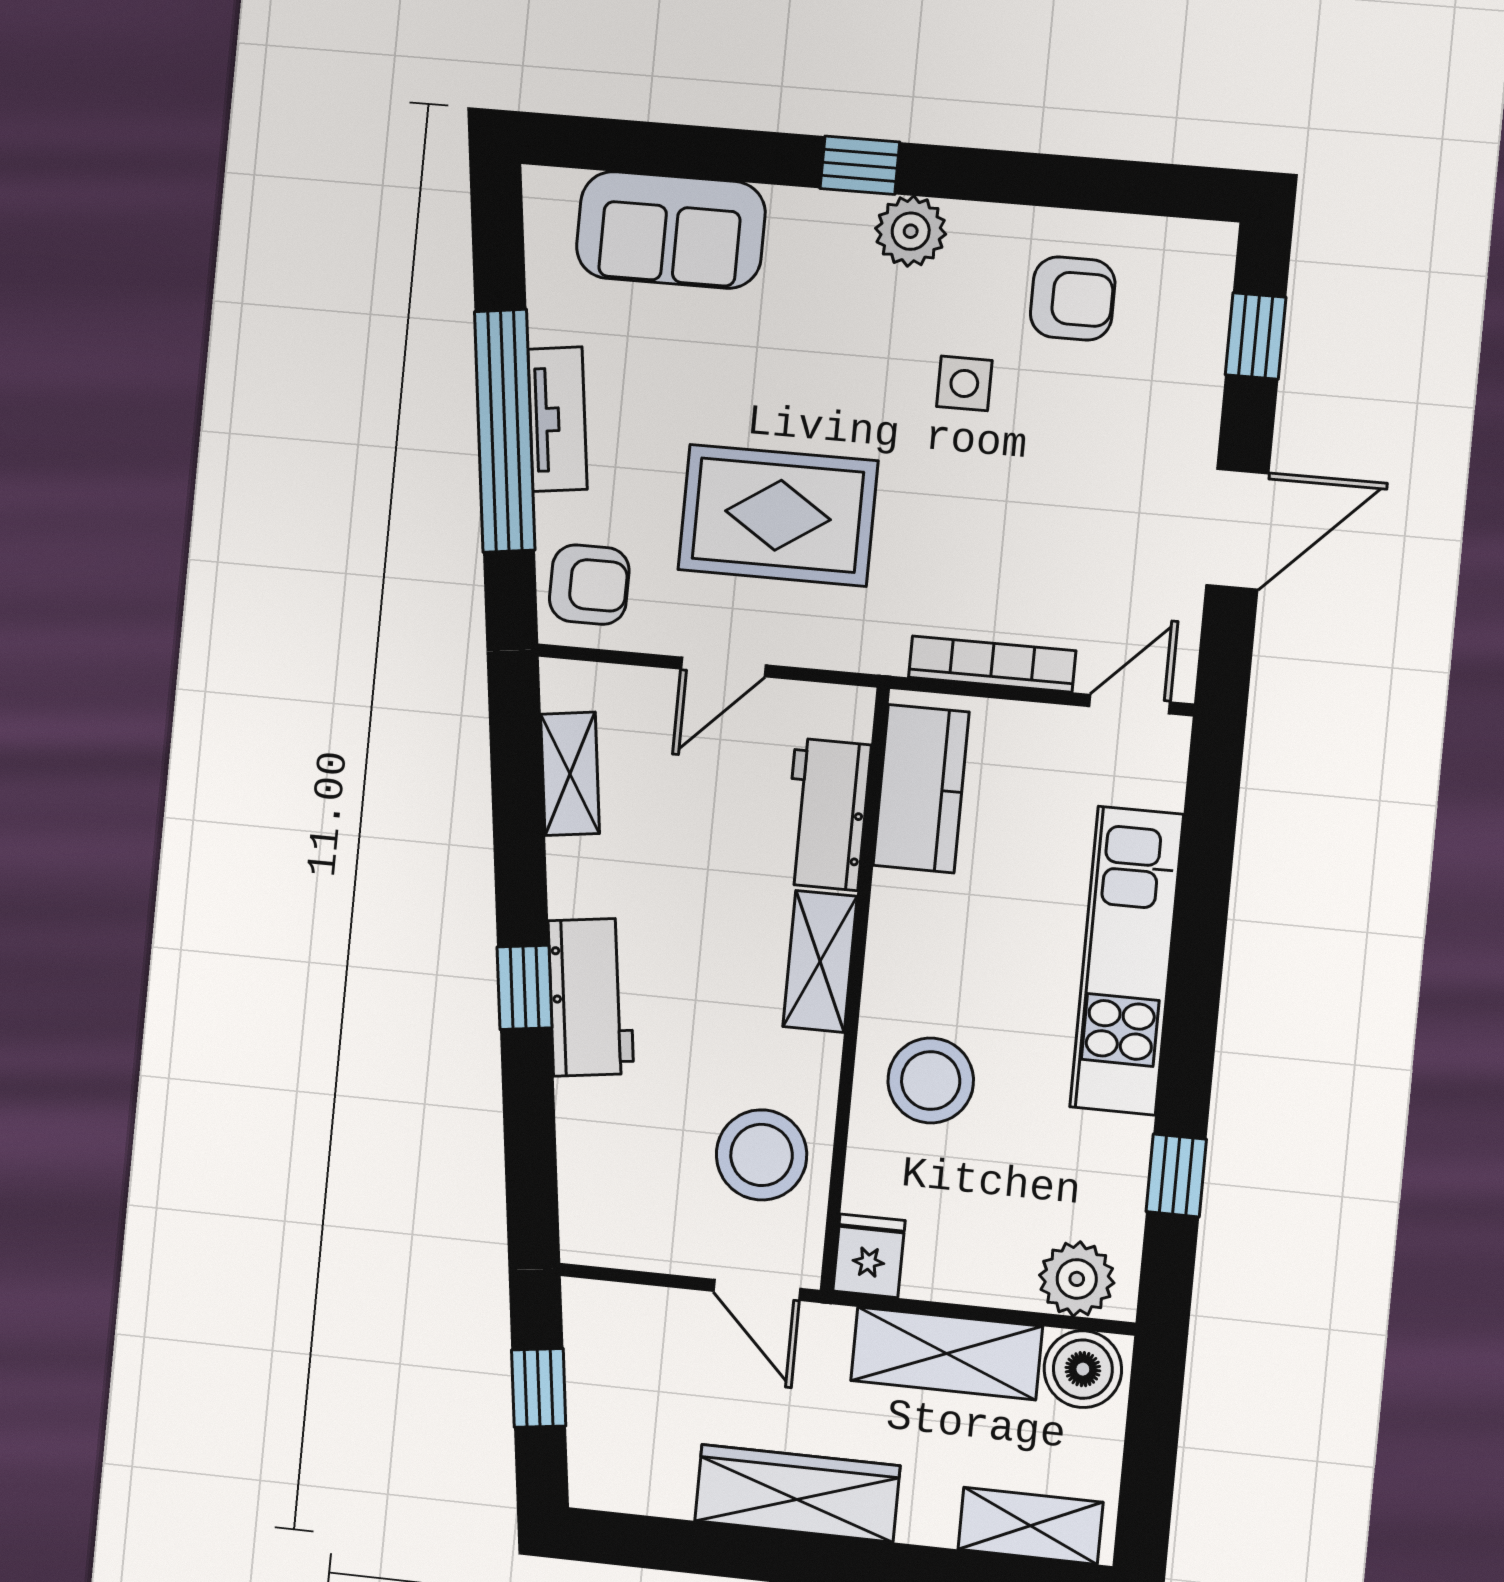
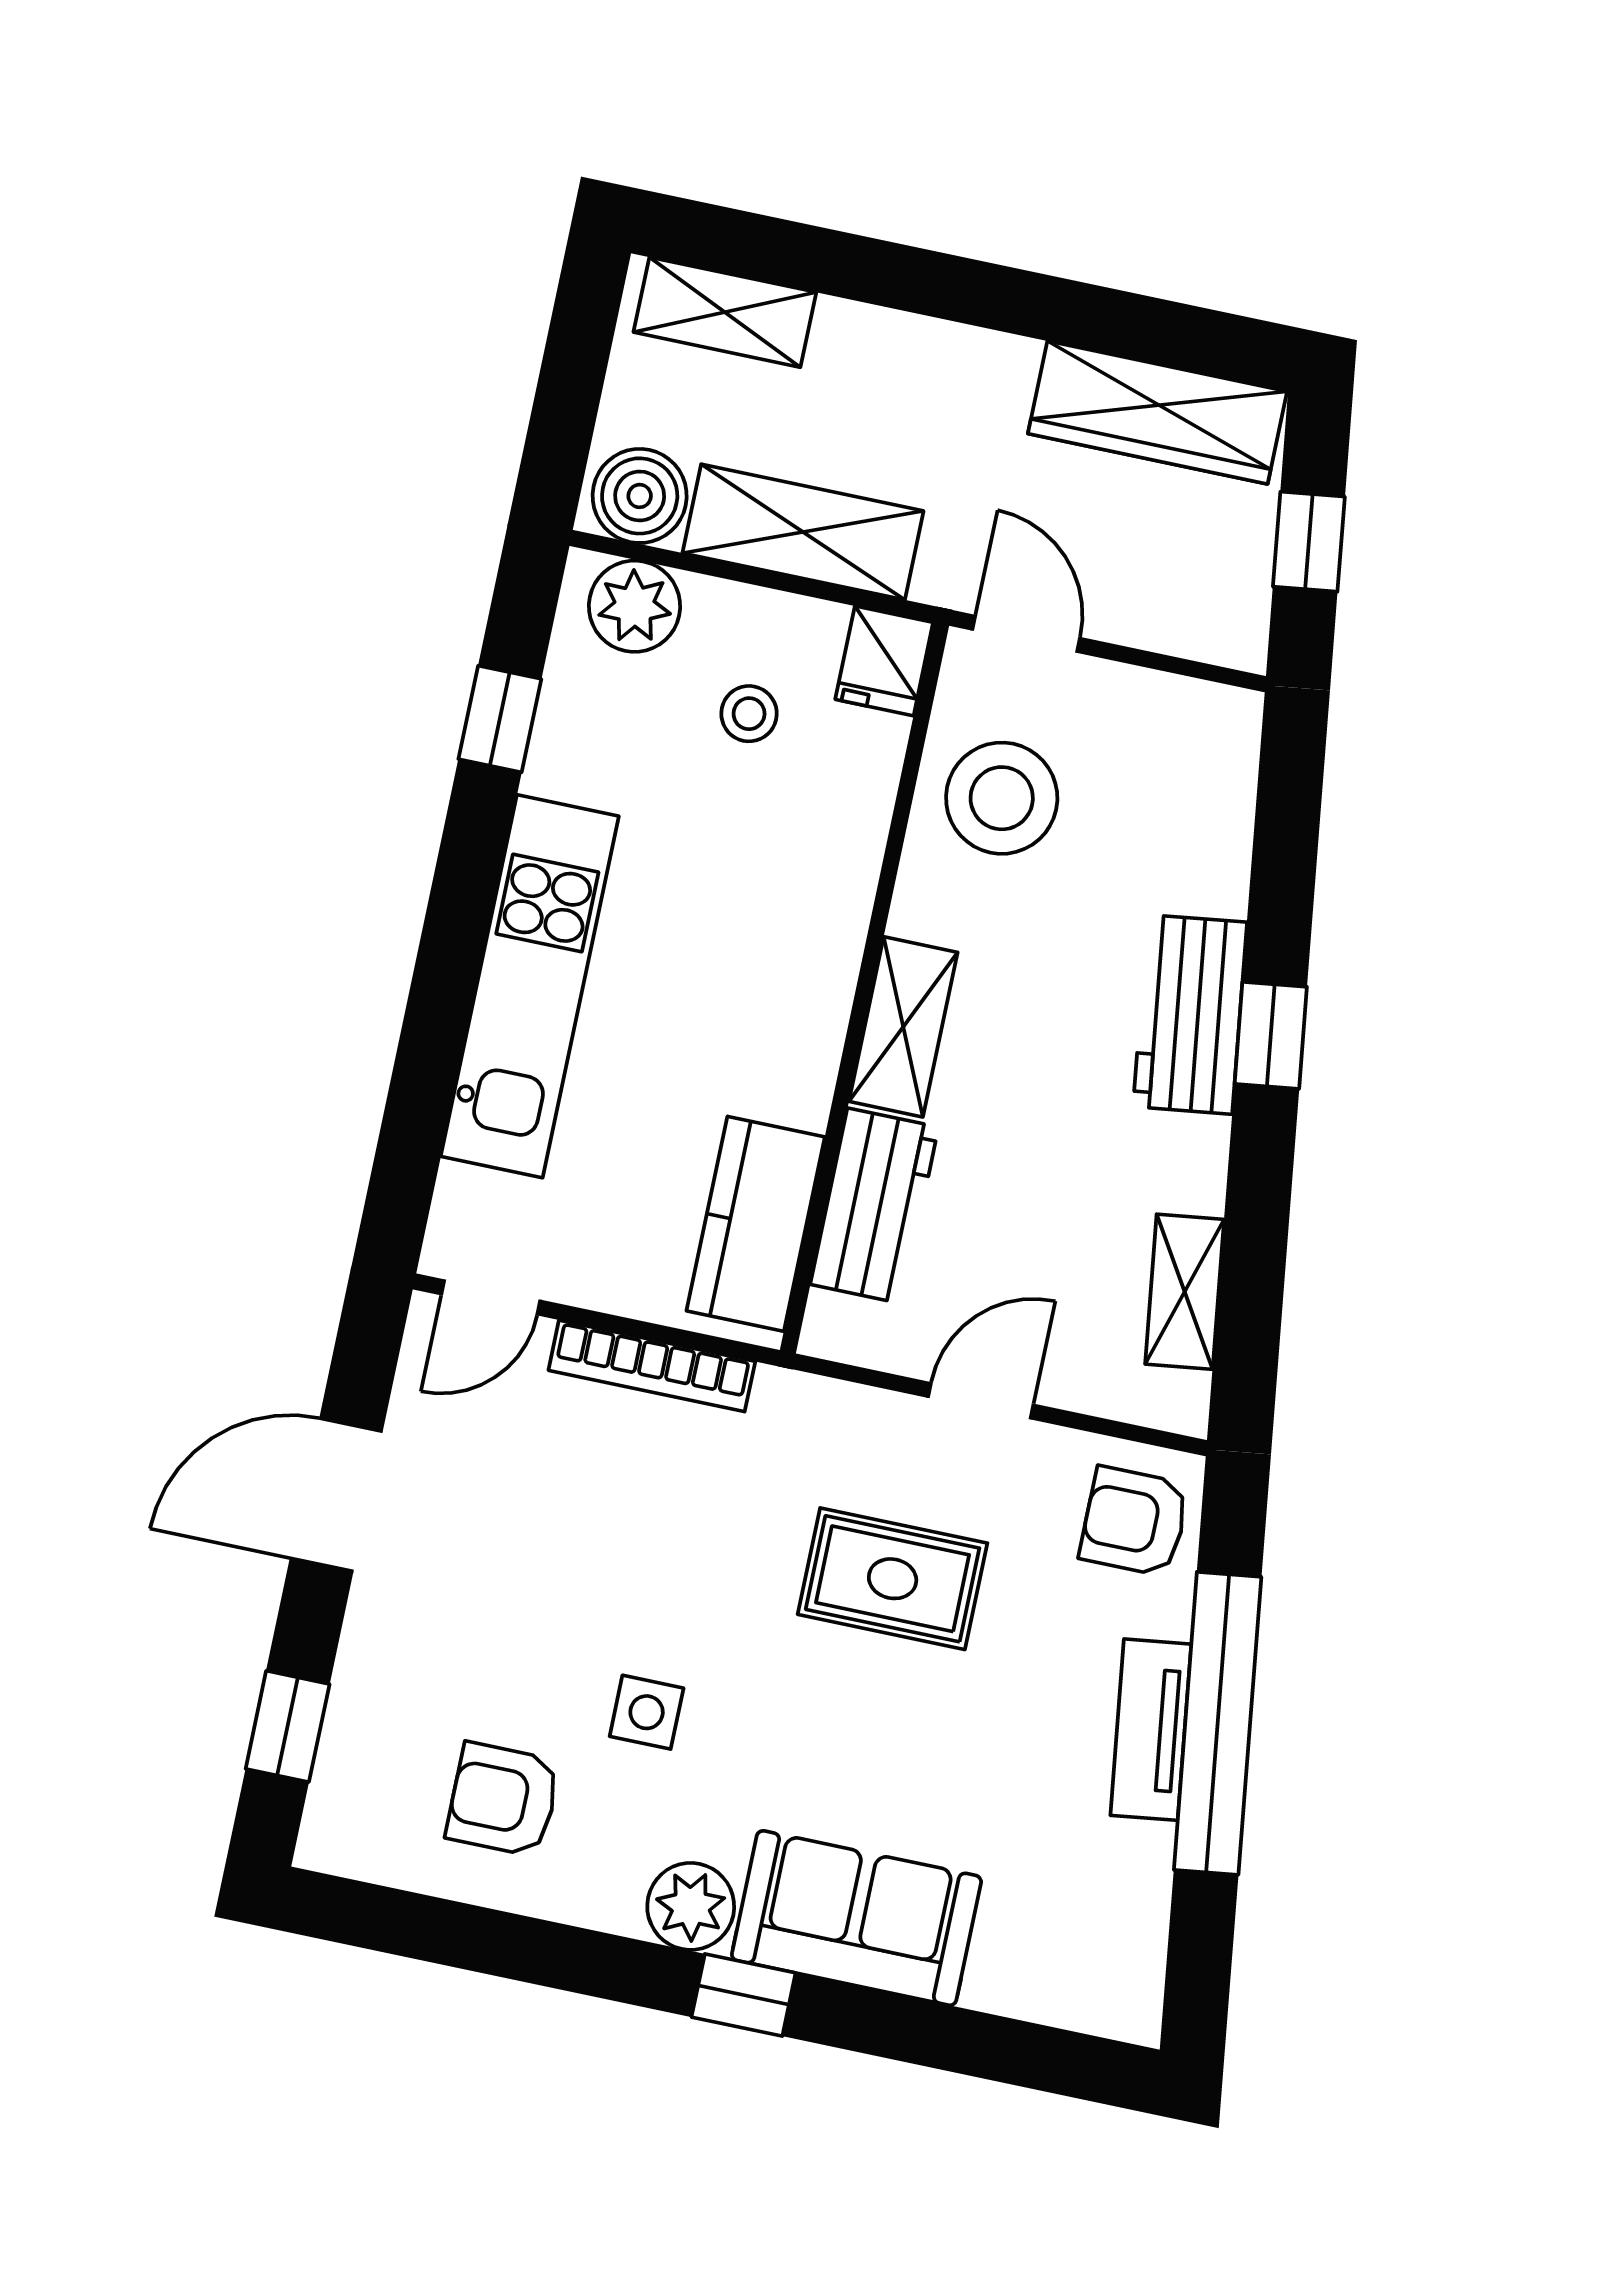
sofa: (671, 230) -> (856, 1918), moved
rug: (778, 515) -> (893, 1579), width x0.73, depth x0.70
stool: (931, 1081) -> (749, 714), moved, width x0.53, depth x0.53
wardrobe: (797, 1493) -> (1157, 413), moved

